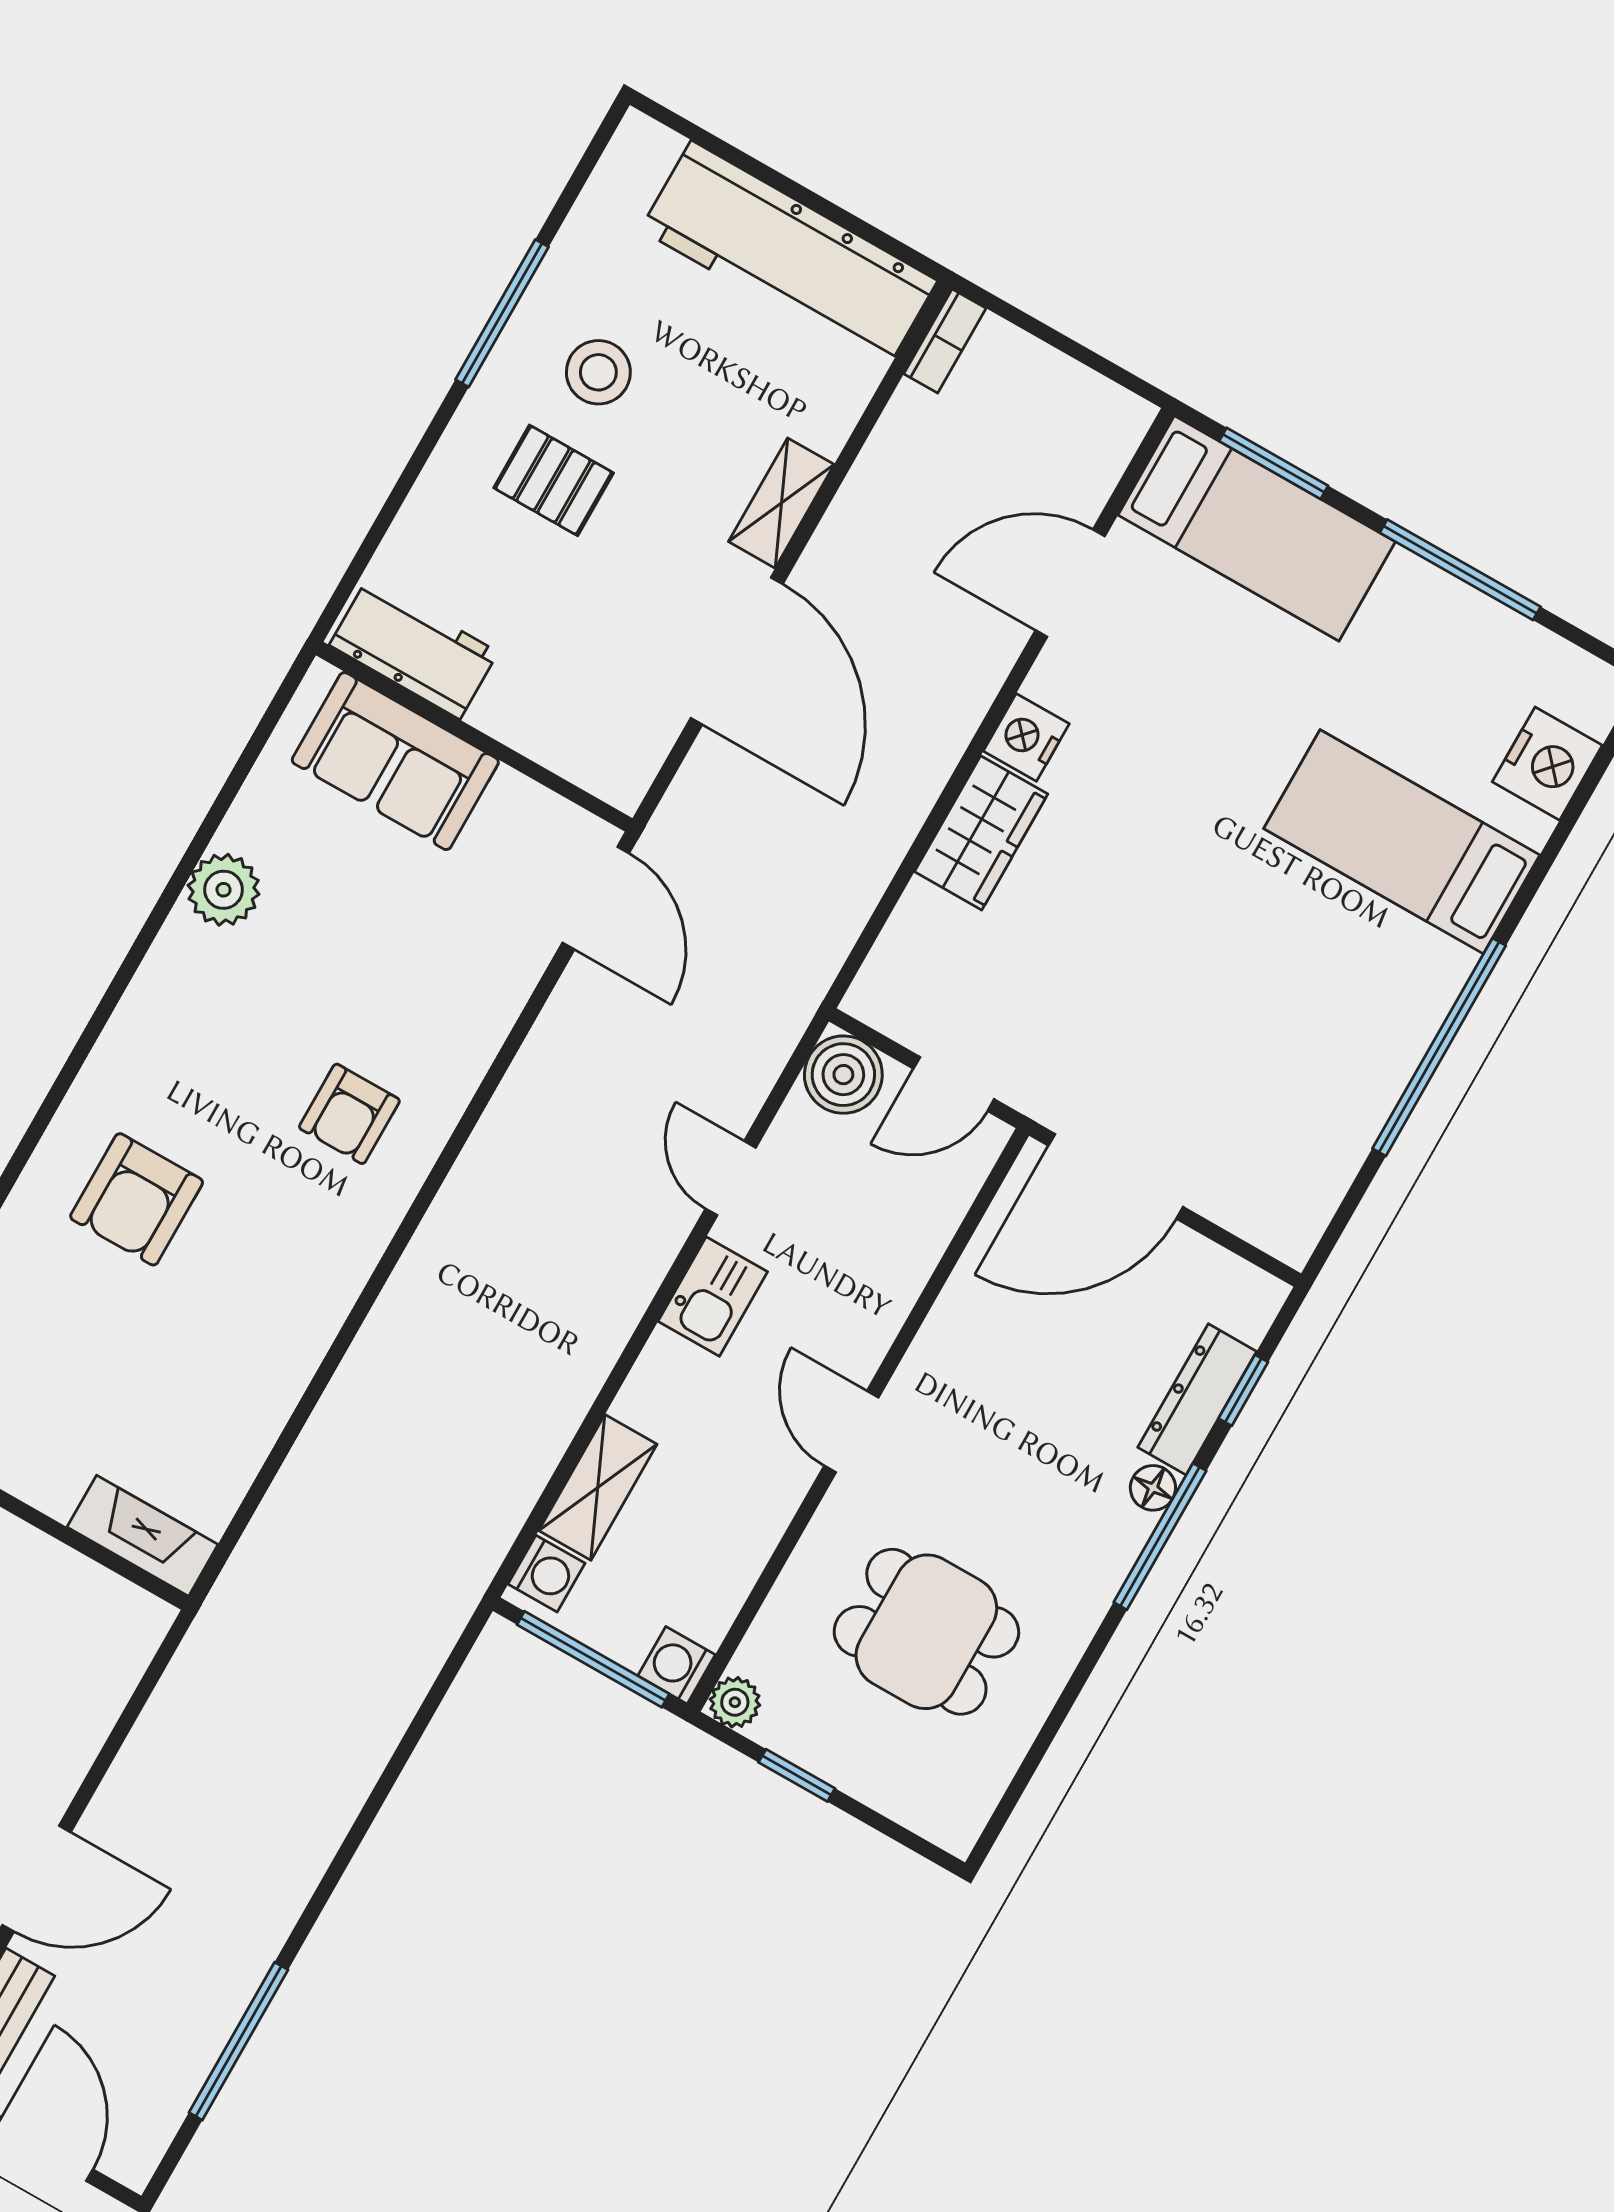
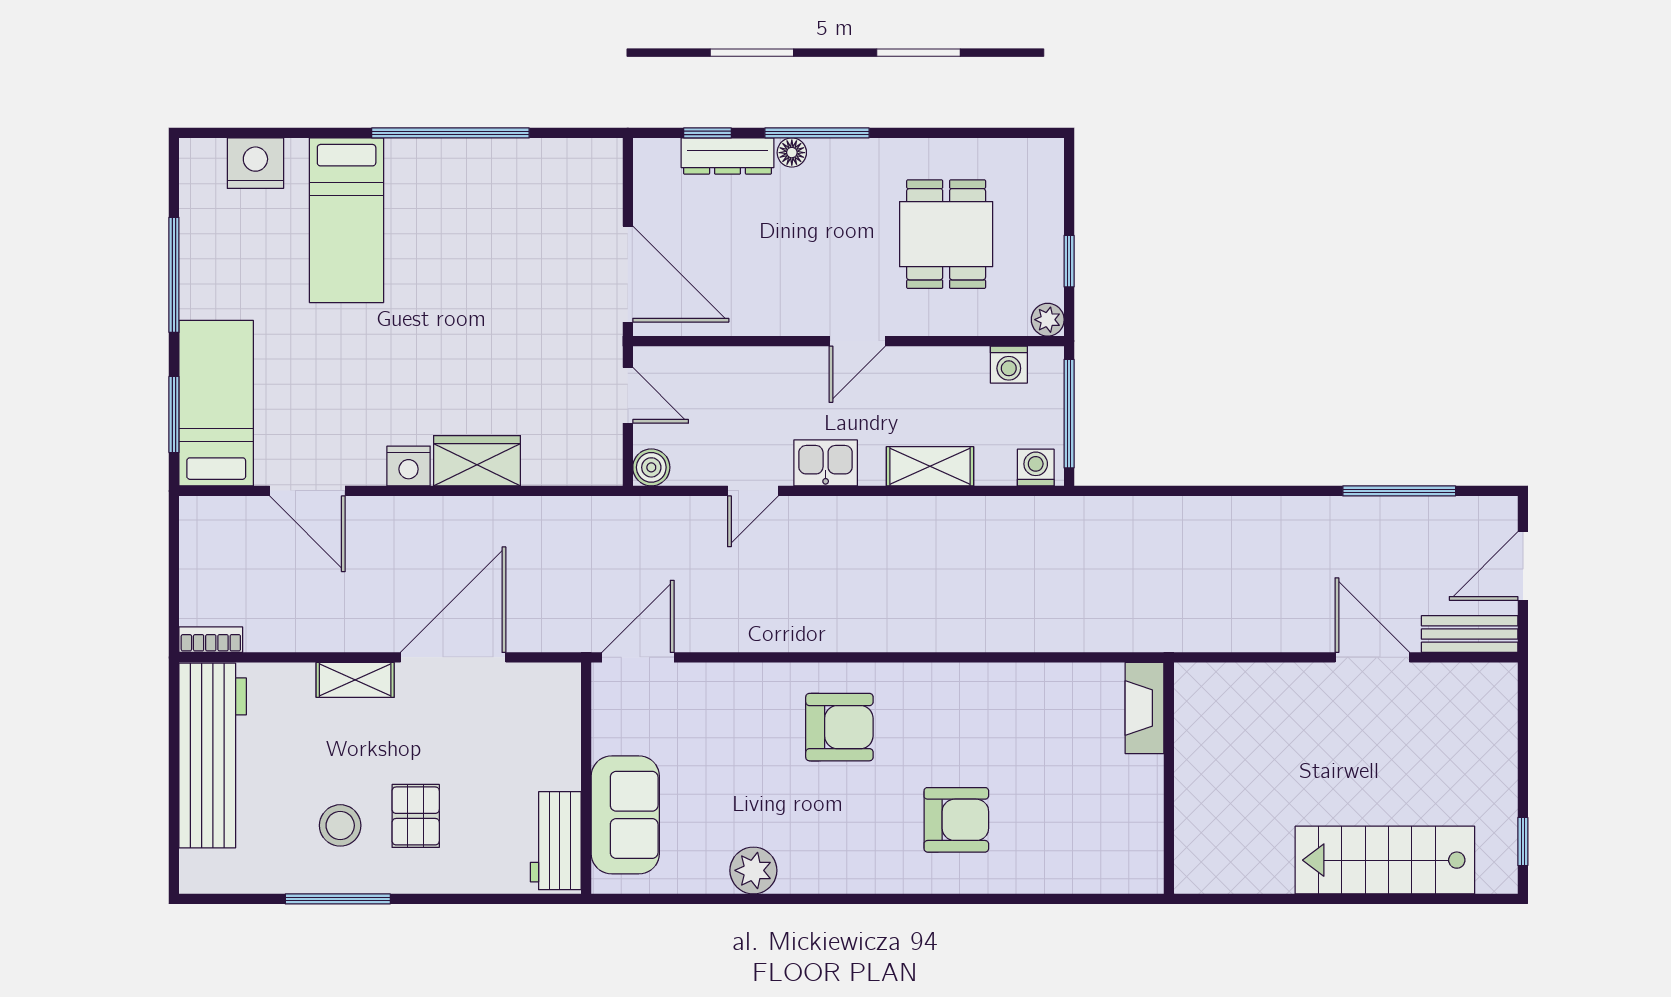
boiler: (843, 1075) -> (651, 467), width x0.73, depth x0.73
armchair: (349, 1114) -> (839, 727), width x1.38, depth x1.38
shelving: (598, 1487) -> (930, 466), moved
washing machine: (677, 1665) -> (1009, 365), moved

